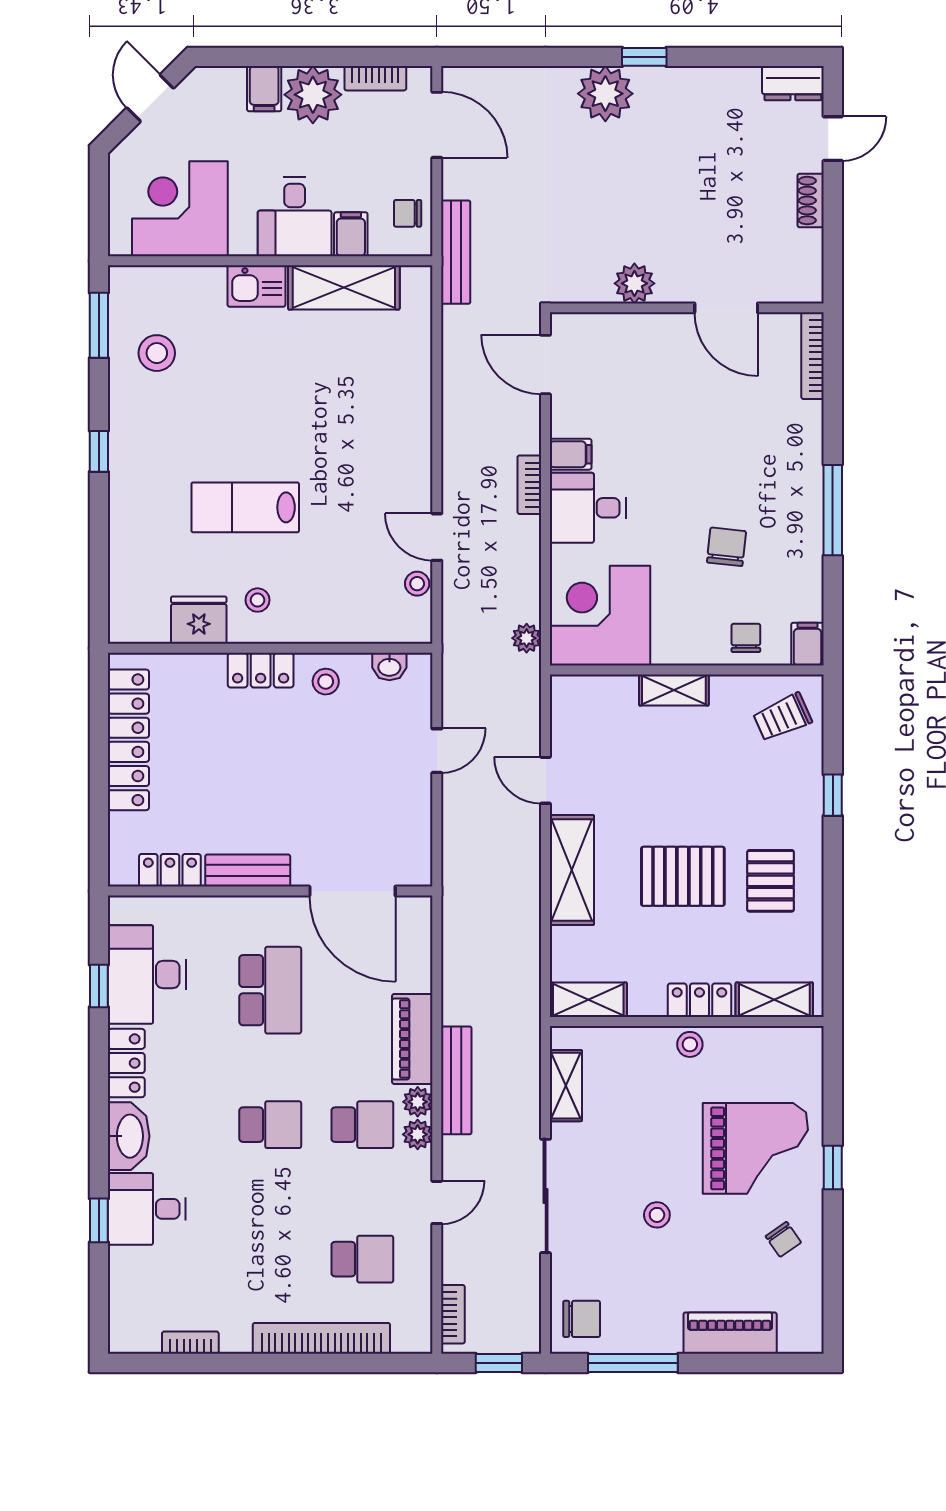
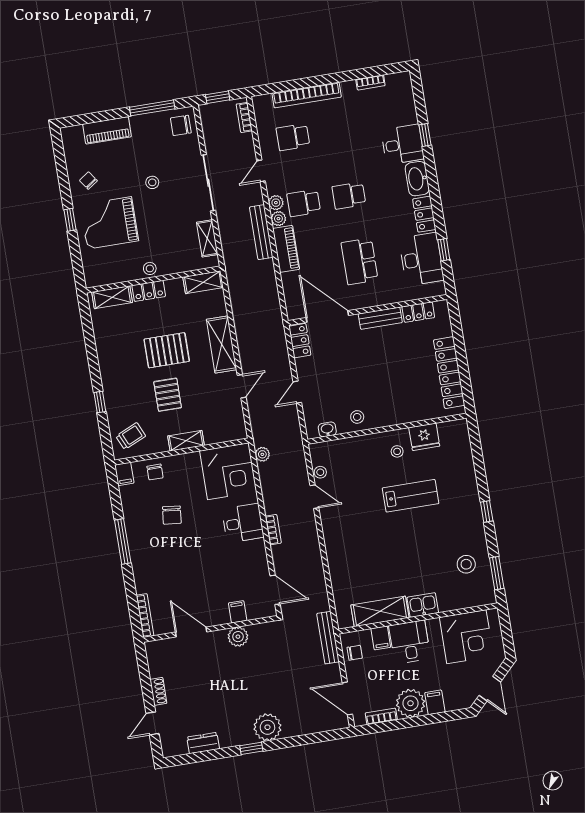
dresser: (793, 83) -> (203, 743), moved
filing cabinet: (571, 454) -> (238, 612), moved, turned 90
locker: (261, 670) -> (300, 341), moved, turned 90
door: (546, 780) -> (242, 386), hinge flipped
pallet: (771, 881) -> (168, 395), moved

